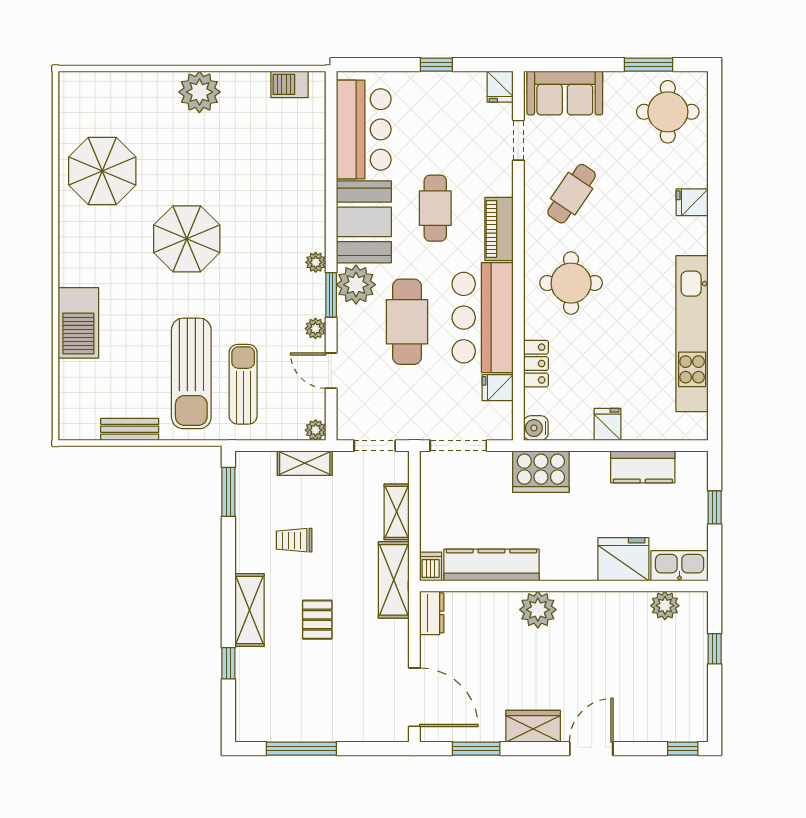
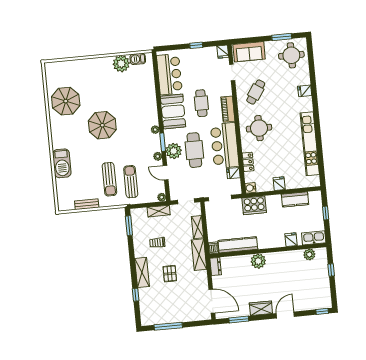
plant: (199, 92) -> (121, 64), moved
plant: (356, 285) -> (174, 151), moved
sun lounger: (191, 373) -> (109, 179), width x0.73, depth x0.75
fridge: (623, 559) -> (291, 240), width x0.53, depth x0.75

